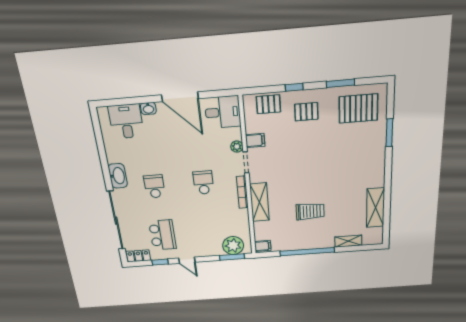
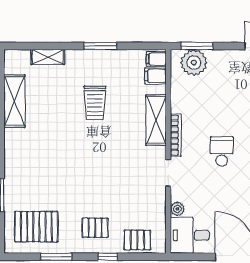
filing cabinet: (255, 140) -> (156, 76), moved
plant: (237, 147) -> (177, 209), moved
school desk: (203, 183) -> (222, 151), turned 180
trolley: (310, 211) -> (95, 103), turned -90
window: (307, 252) -> (100, 46), width x0.47

